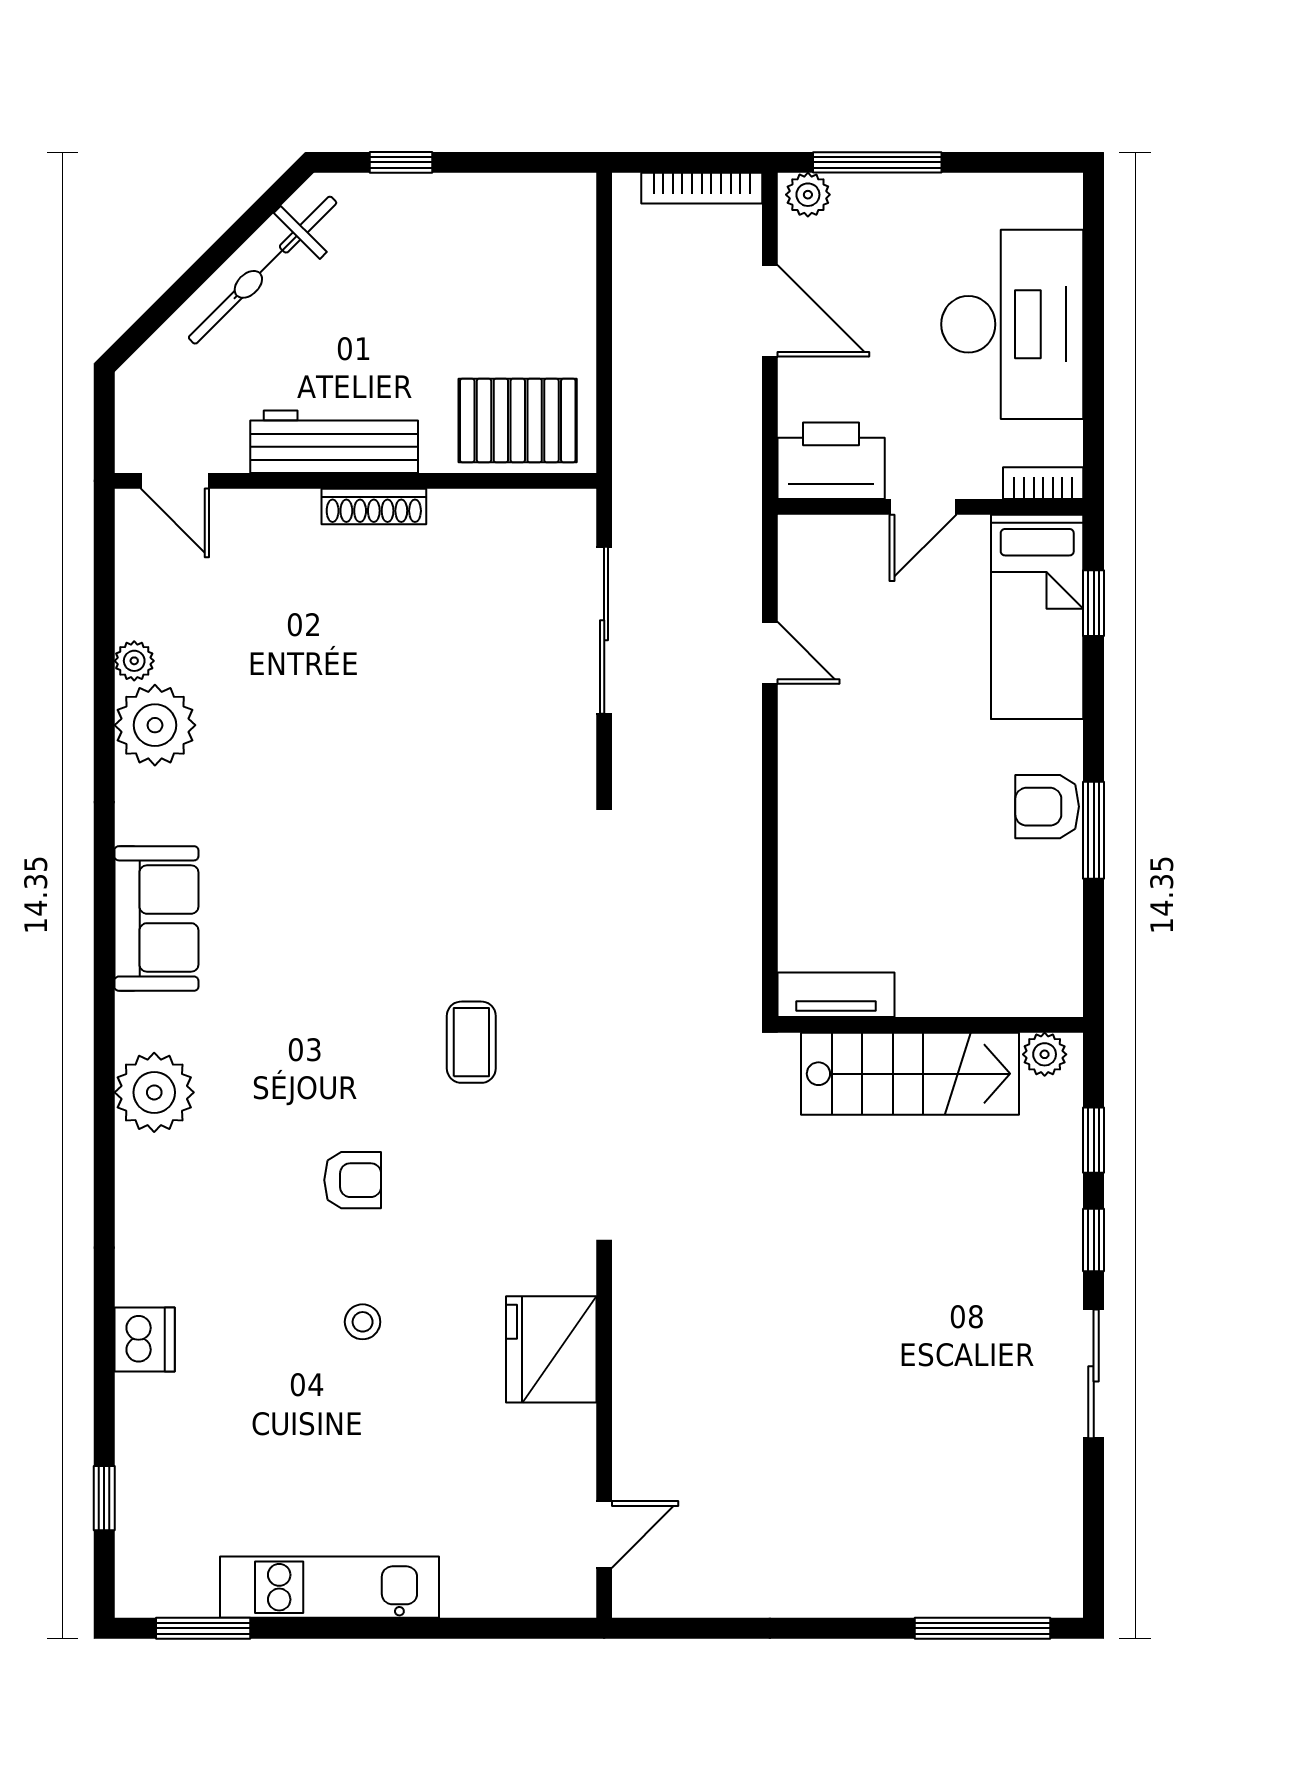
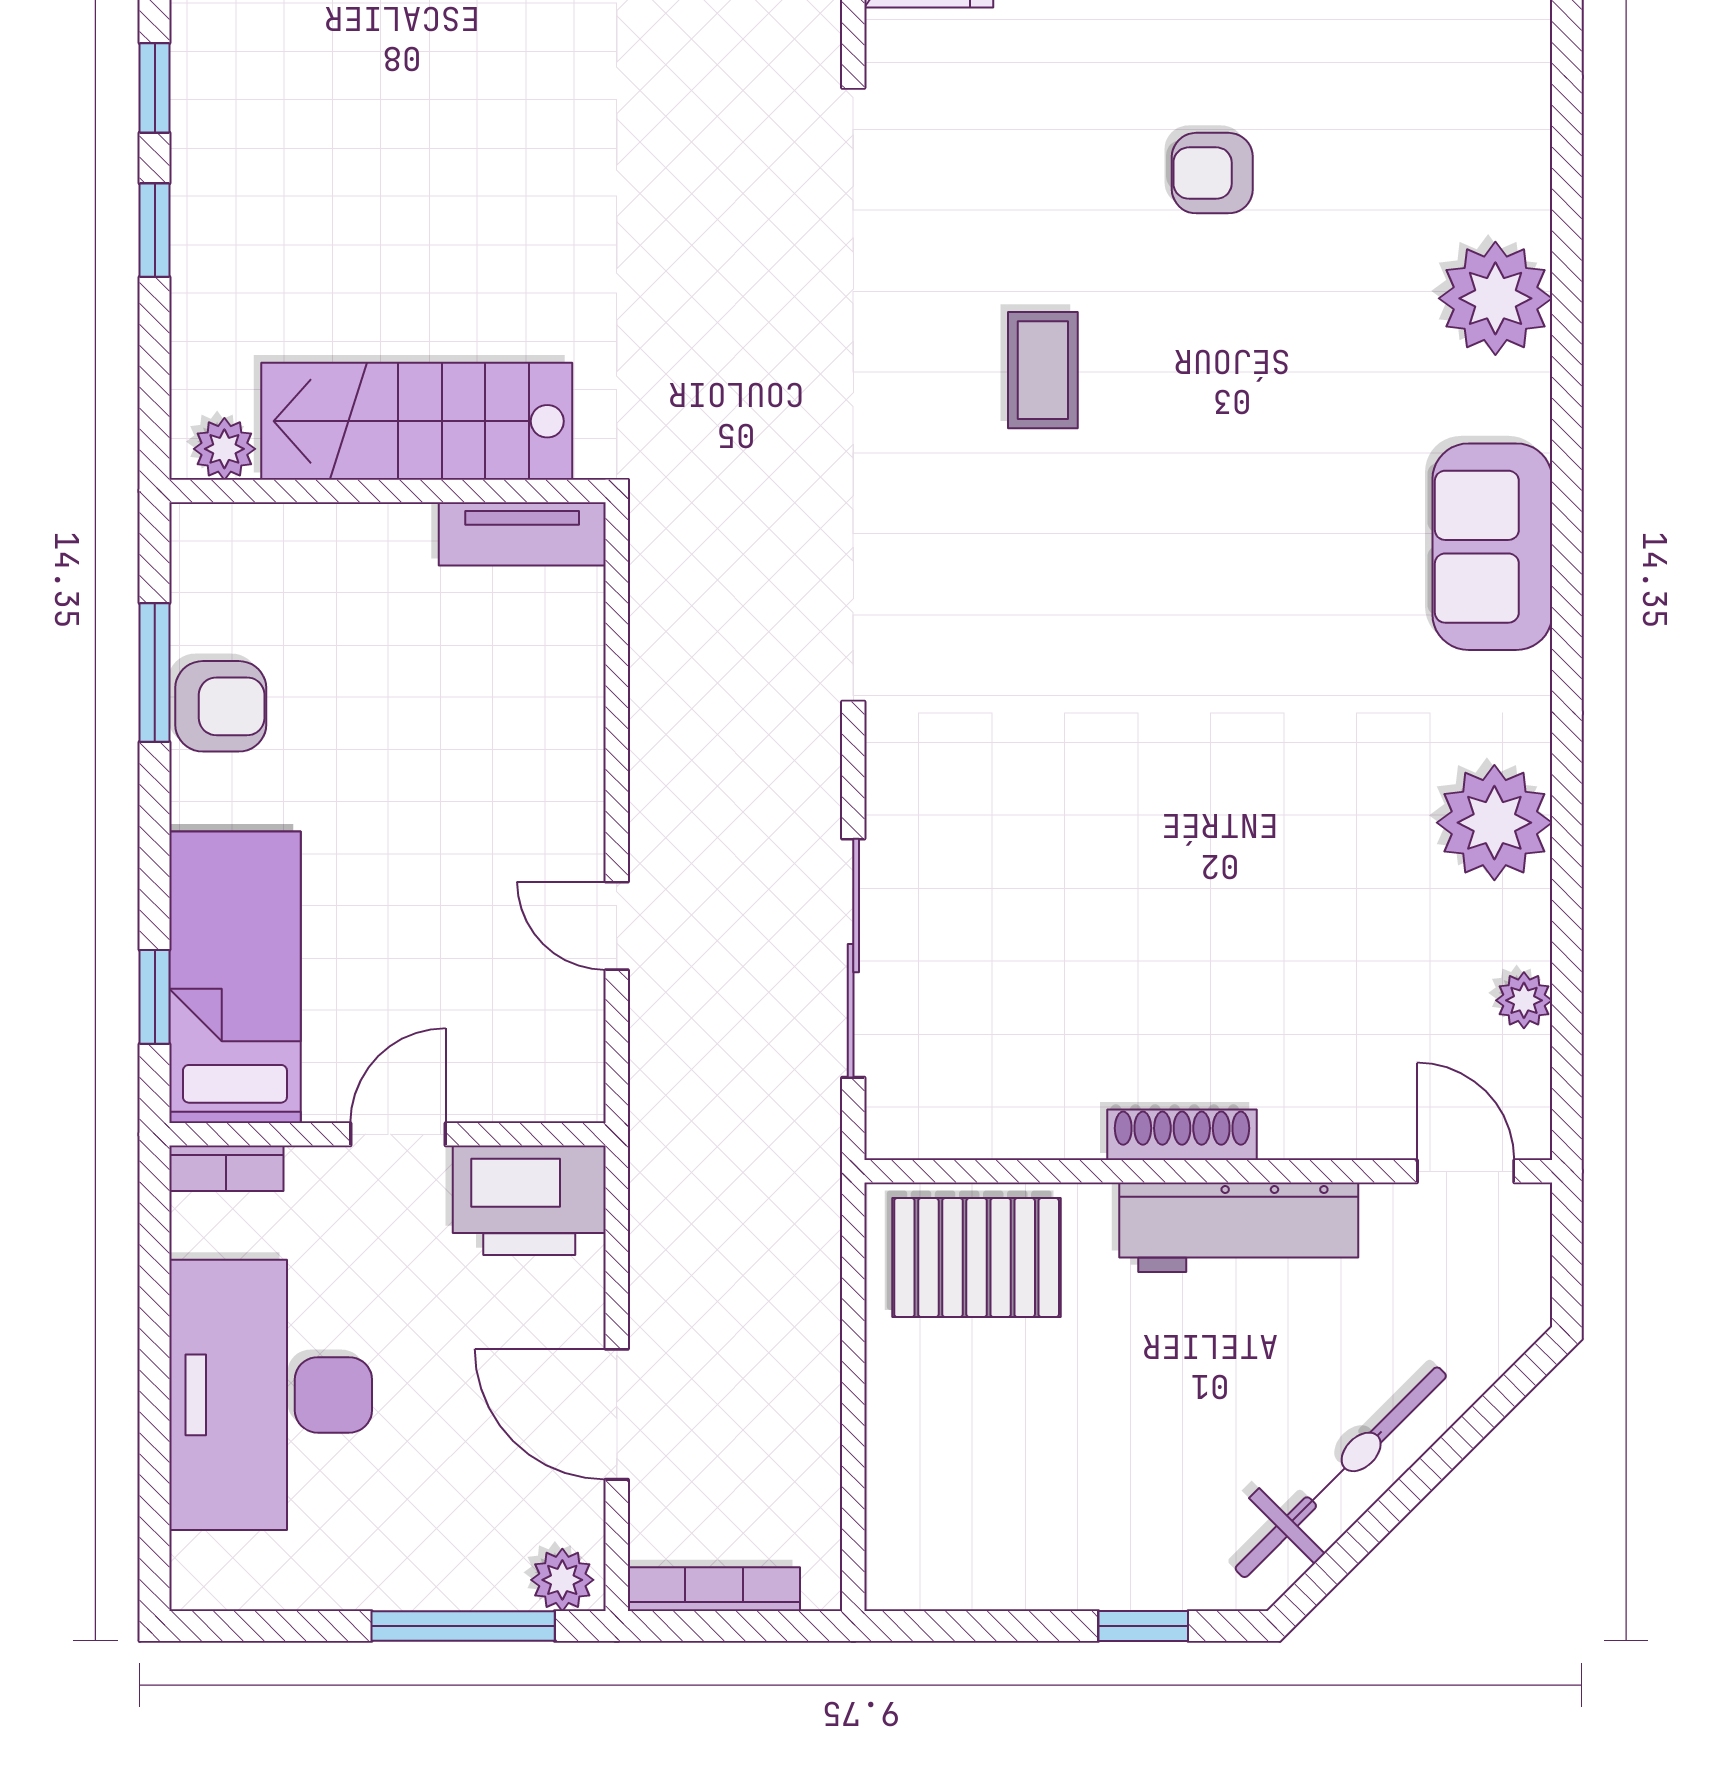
plant: (134, 661) -> (1524, 1000), moved
tv unit: (836, 995) -> (522, 534), moved
wall: (930, 1025) -> (387, 491), moved
plant: (1045, 1054) -> (224, 449), moved
stairs: (910, 1074) -> (417, 421), moved

